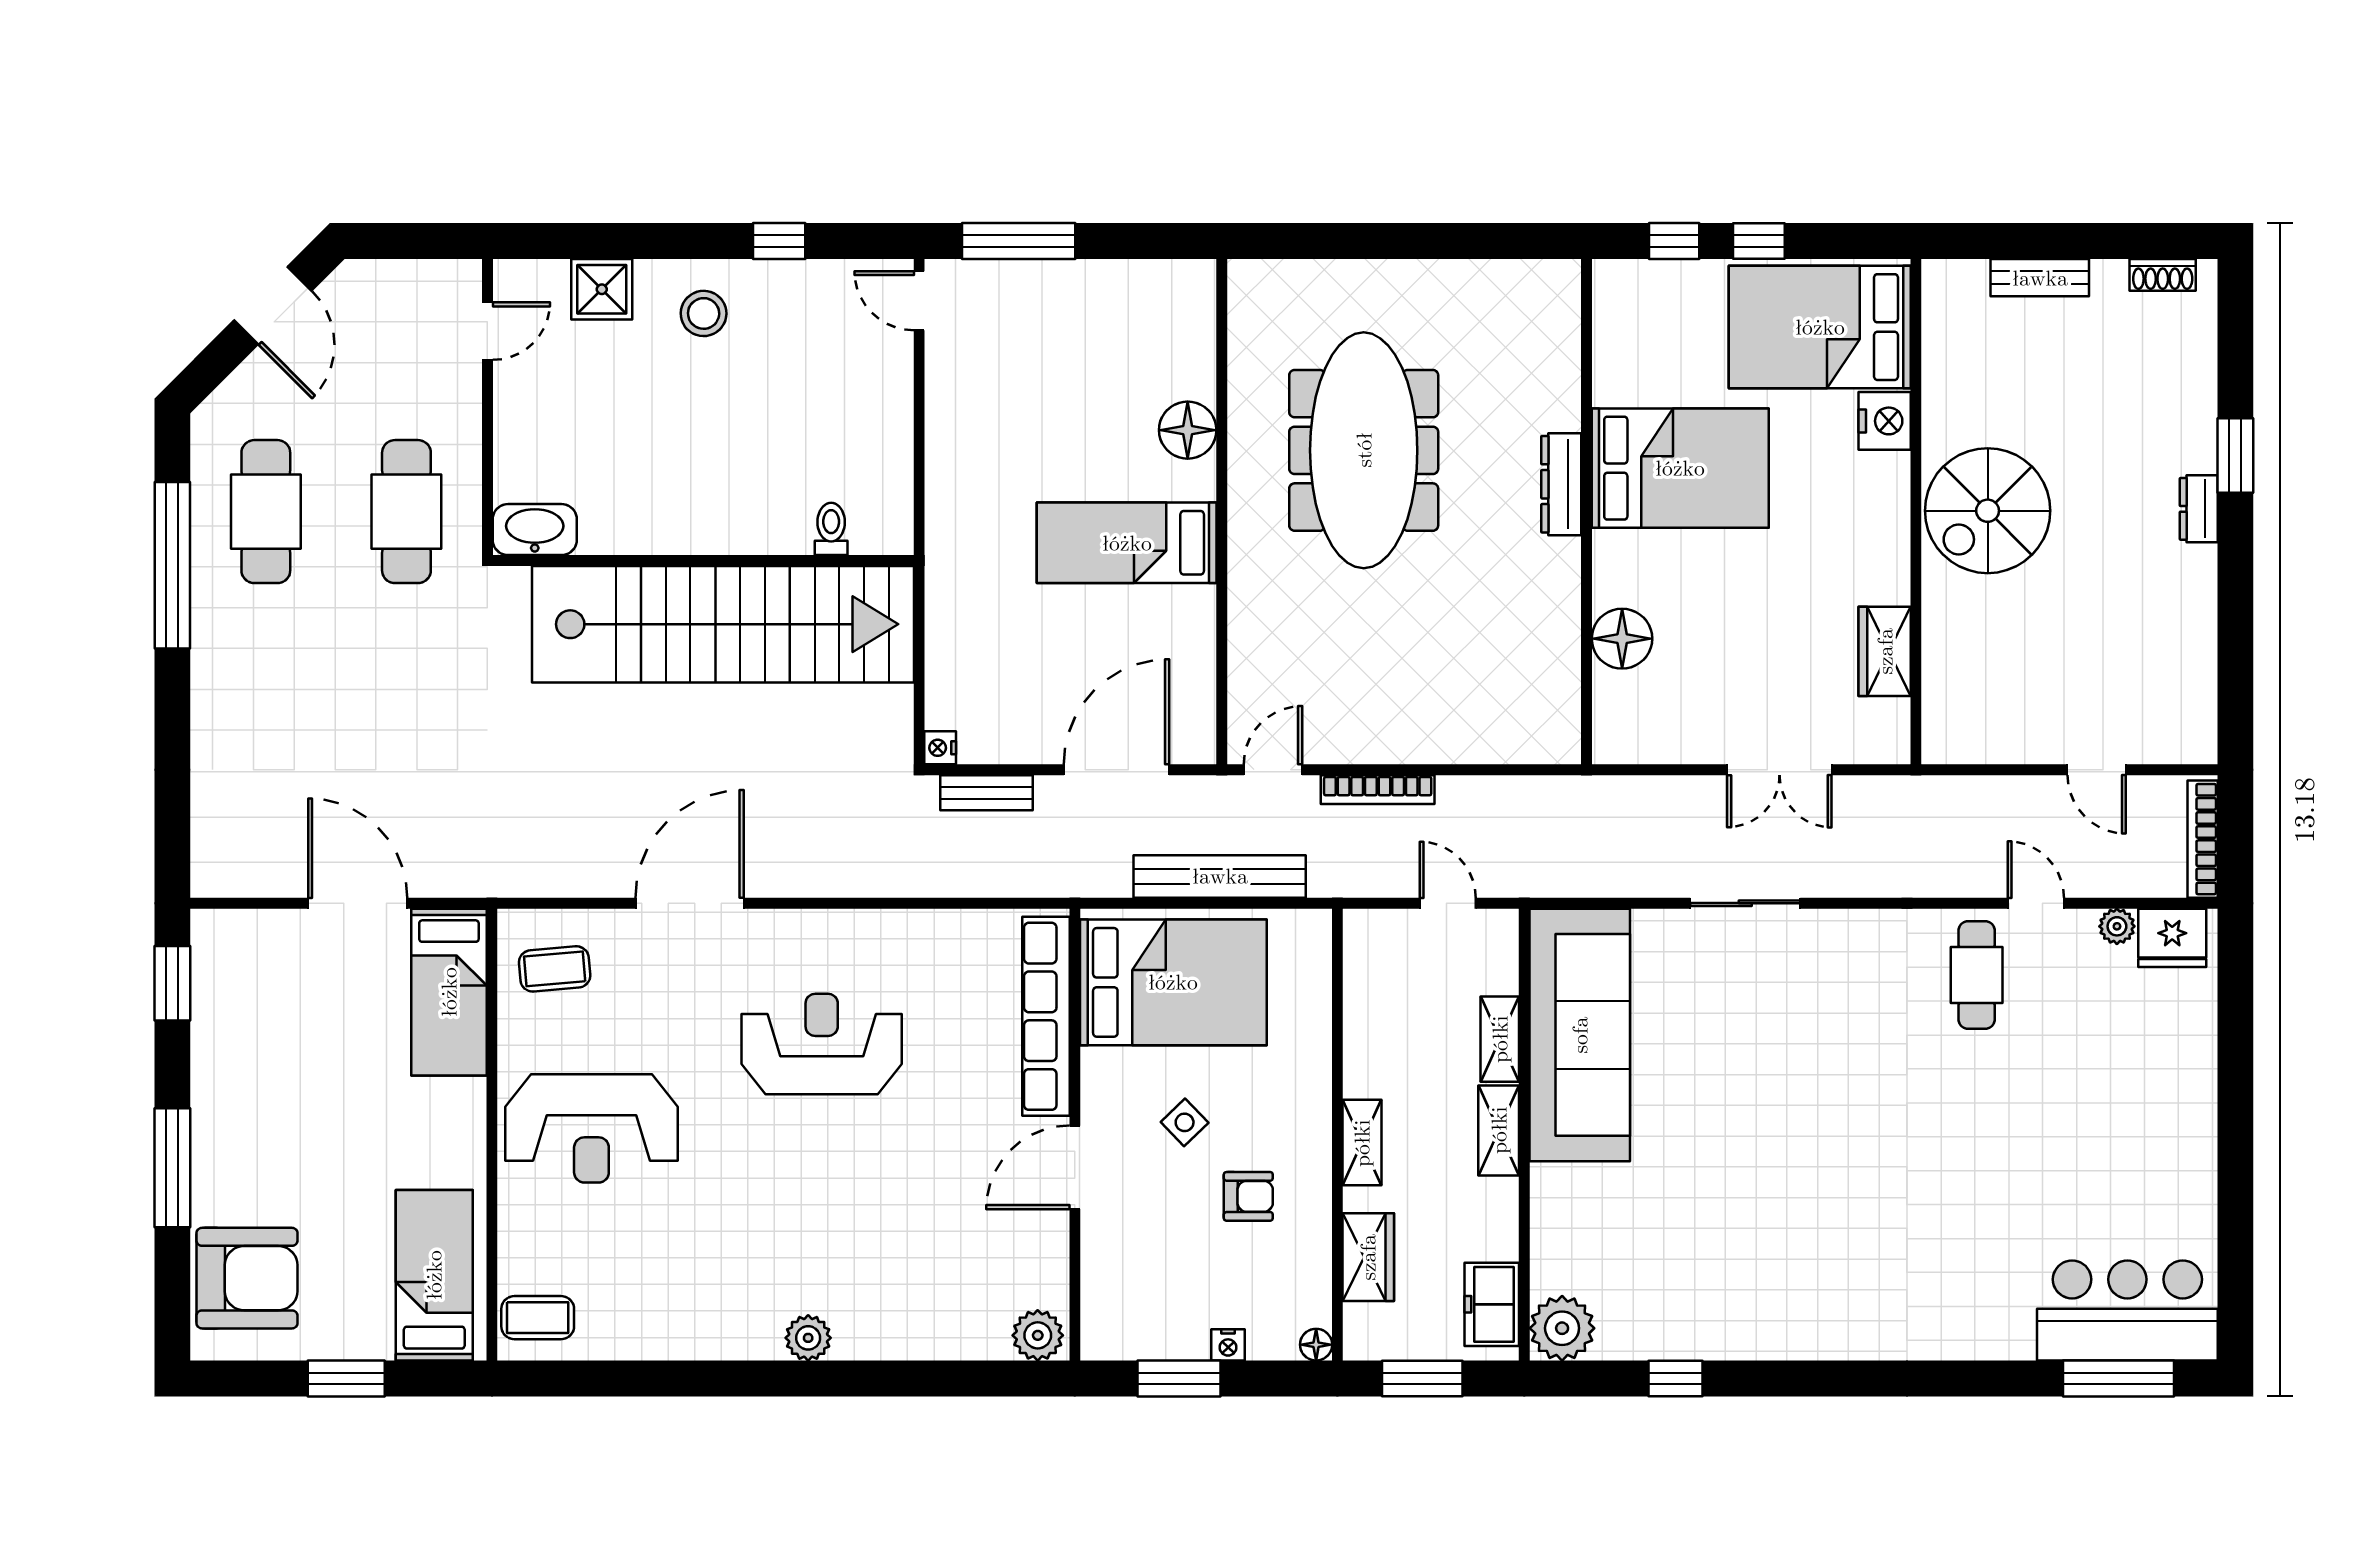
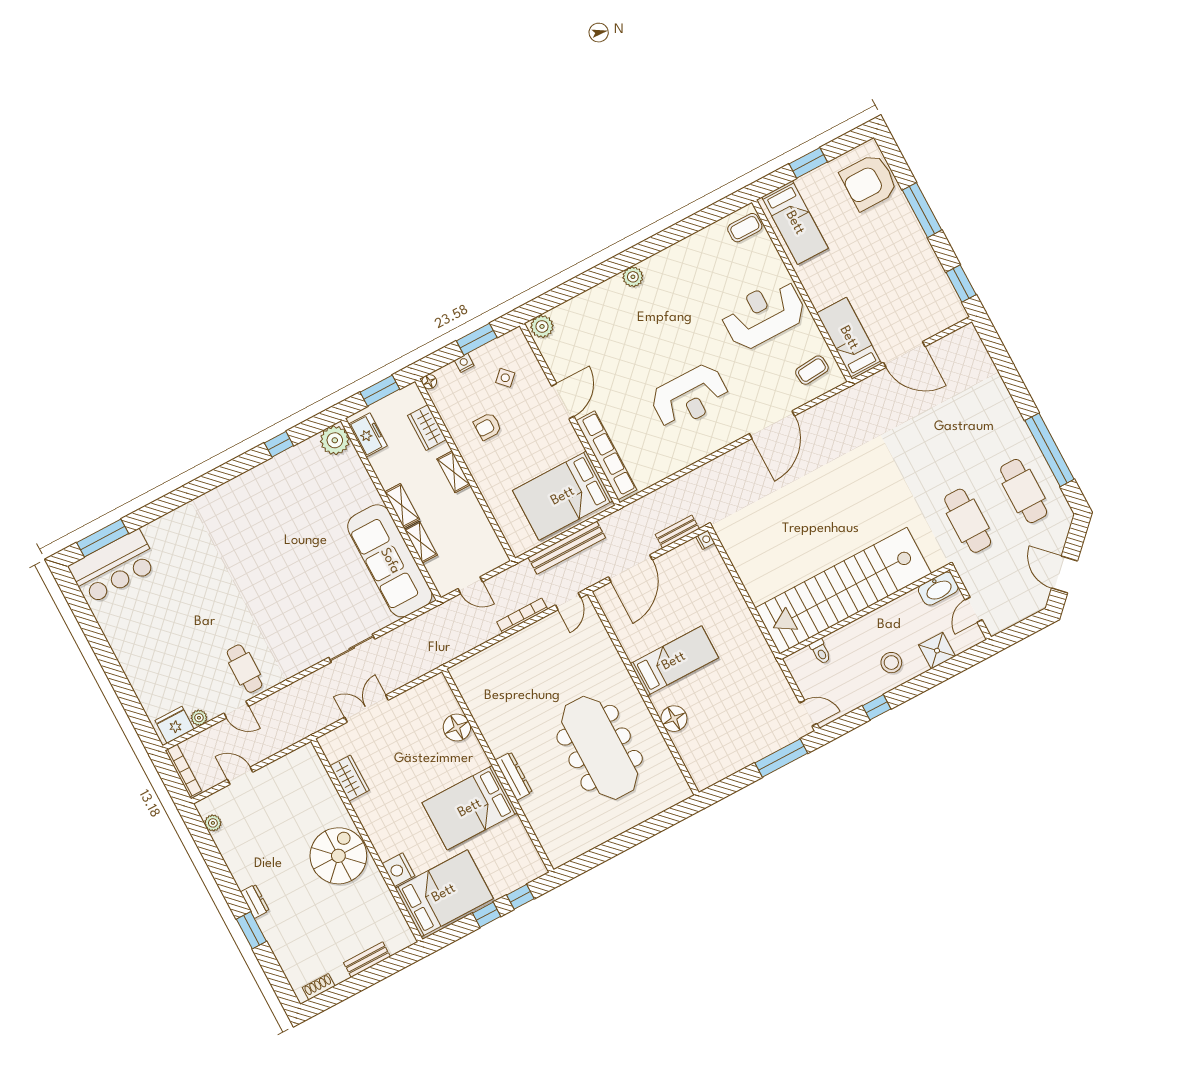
toilet: (831, 529) -> (820, 652), moved
washbasin: (535, 530) -> (938, 589), moved
wall: (703, 561) -> (865, 612), moved
stairs: (723, 624) -> (843, 591), moved
plant: (2199, 706) -> (213, 823), added
side table: (1185, 1122) -> (505, 378), moved

